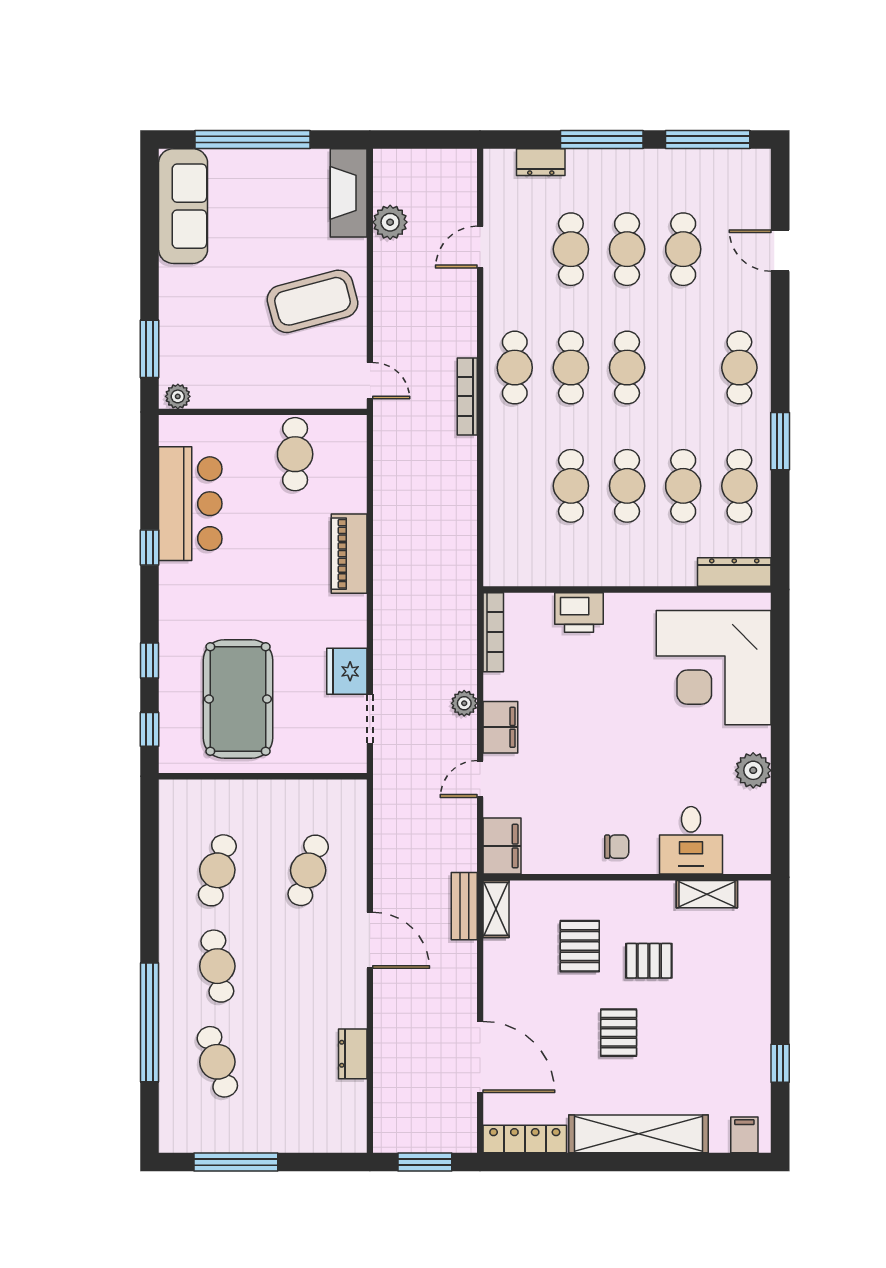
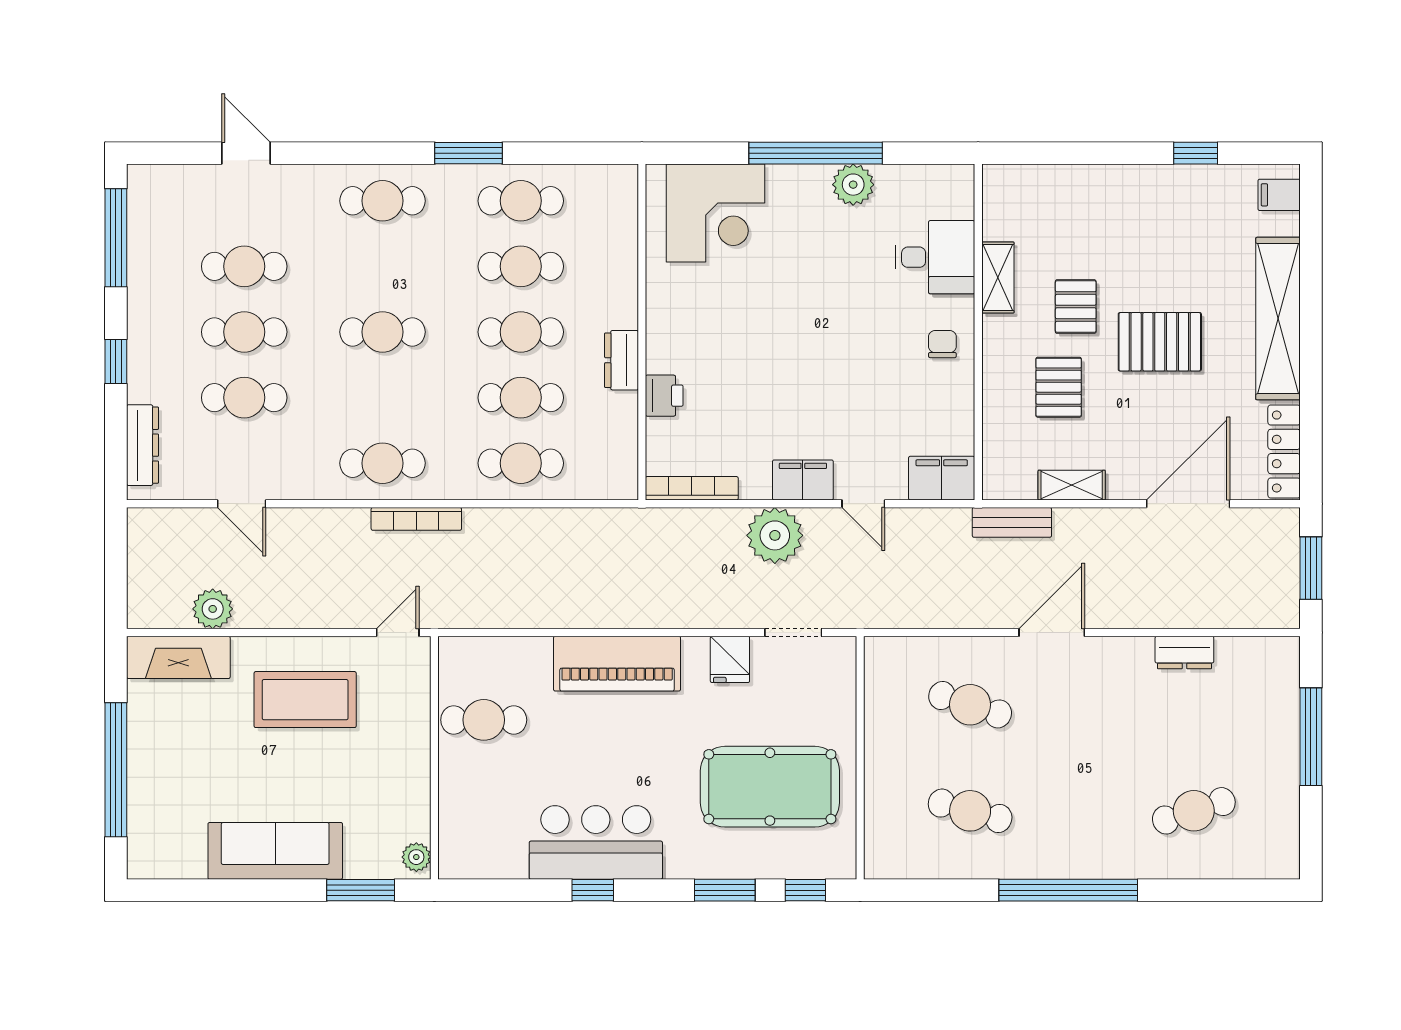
window: (602, 139) -> (116, 361), width x0.46
dresser: (541, 162) -> (142, 445), width x1.44
sofa: (183, 206) -> (275, 851), moved
door: (780, 251) -> (246, 153), swing flipped
coffee table: (313, 301) -> (305, 700), turned -75
cafe table: (571, 368) -> (521, 463), moved
bar counter: (190, 504) -> (596, 842), moved
piano: (349, 554) -> (617, 664), width x1.37, depth x1.33
dresser: (734, 572) -> (622, 360), moved, width x0.70
printer: (579, 612) -> (664, 396), width x0.73, depth x0.81
window: (149, 660) -> (725, 890), width x1.50
corner desk: (714, 668) -> (716, 213), width x0.74, depth x0.74
fridge: (347, 671) -> (730, 659), width x0.72
plant: (464, 703) -> (775, 535), width x1.88, depth x1.88
window: (780, 738) -> (816, 153), added
shelving: (707, 894) -> (998, 278), moved
shelving: (496, 909) -> (1072, 485), moved
pallet: (580, 946) -> (1059, 387), turned 90
cafe table: (217, 966) -> (1082, 811), removed
window: (149, 1022) -> (1068, 890), moved
pallet: (619, 1033) -> (1160, 342), width x1.50, depth x1.42
window: (236, 1162) -> (1311, 737), moved

